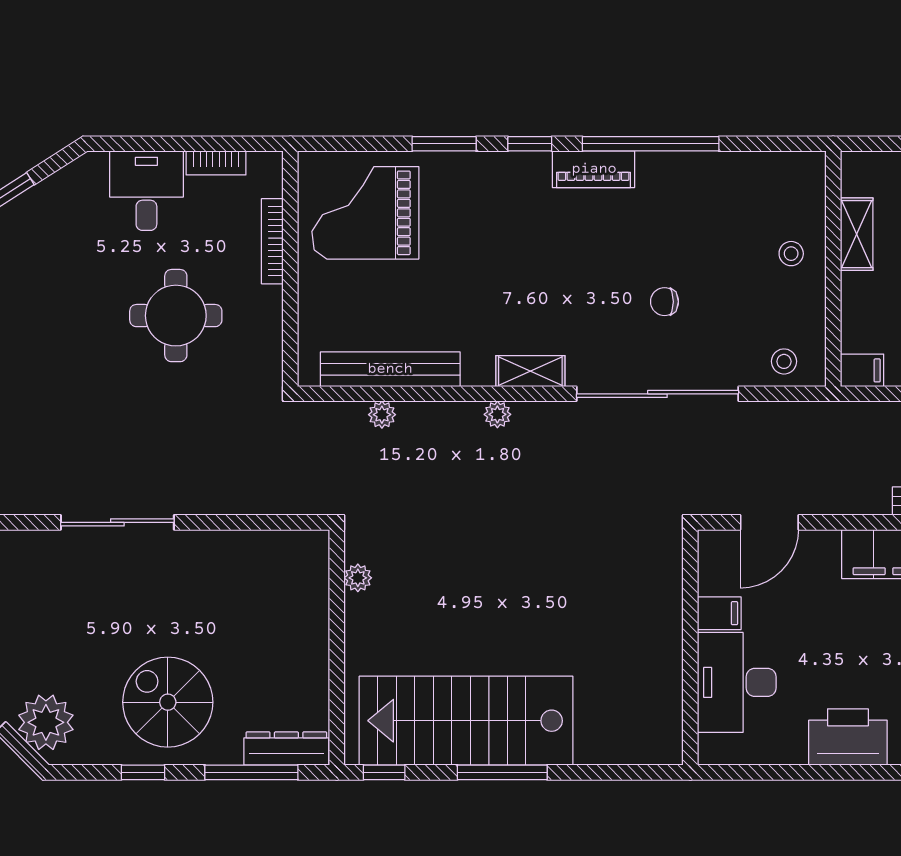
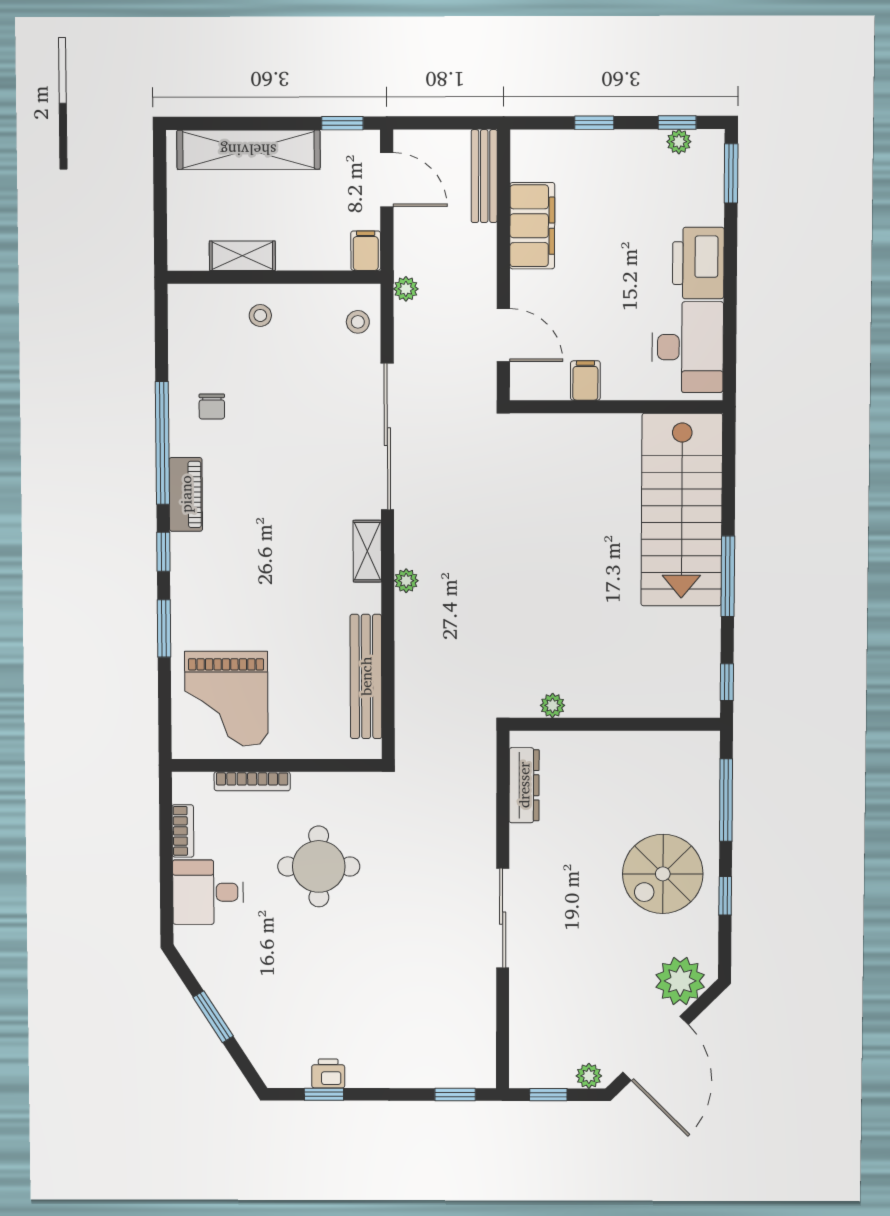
chair: (665, 302) -> (212, 406), moved
plant: (382, 415) -> (406, 289), moved
desk: (737, 682) -> (688, 347), moved, turned -90
stairs: (466, 721) -> (682, 510), moved
dresser: (286, 749) -> (524, 785), moved, turned 180

